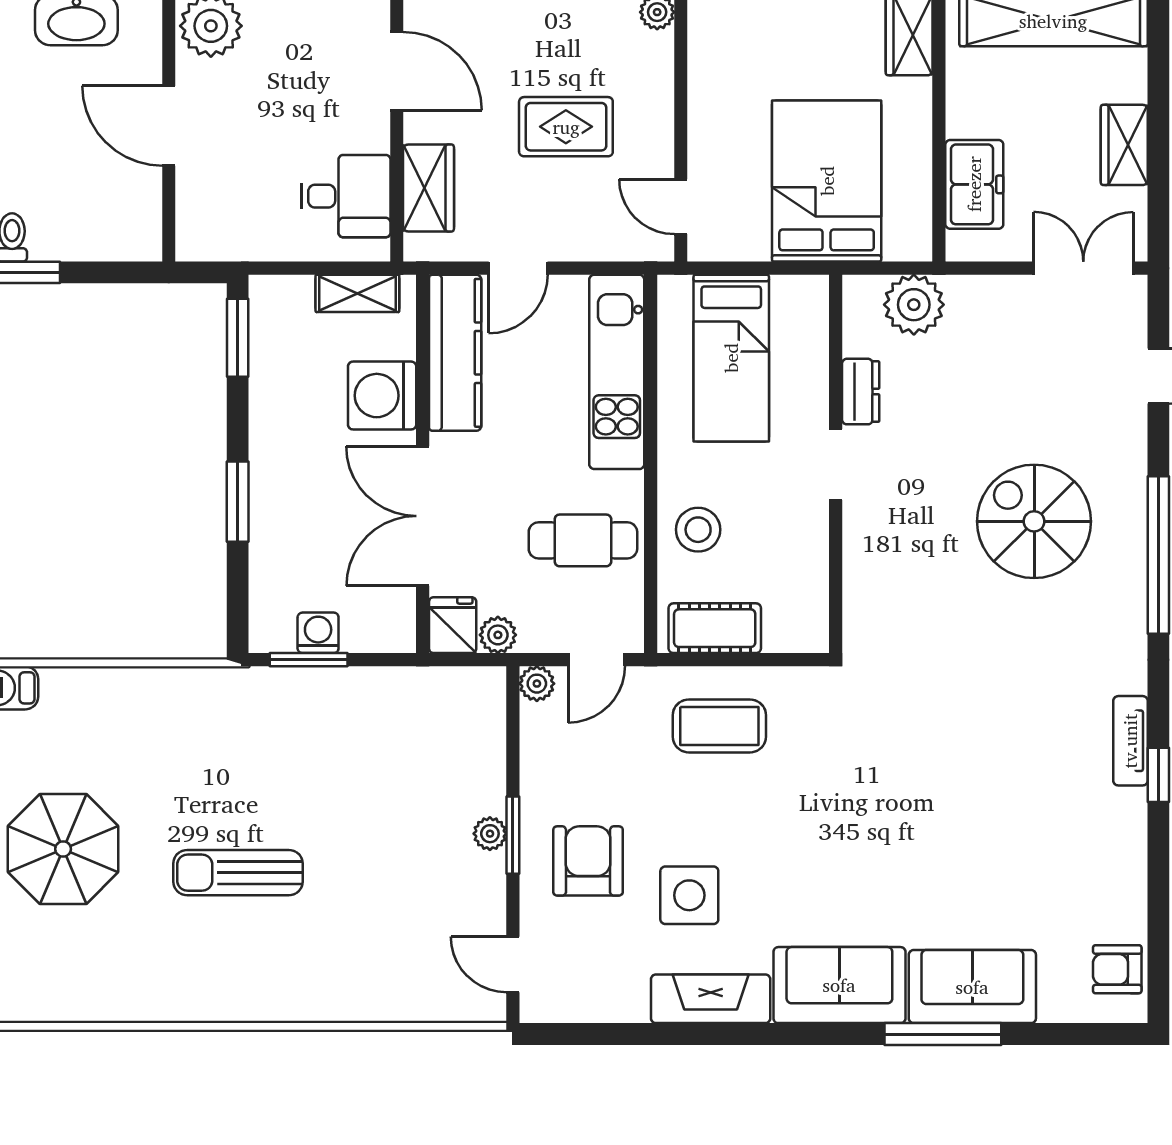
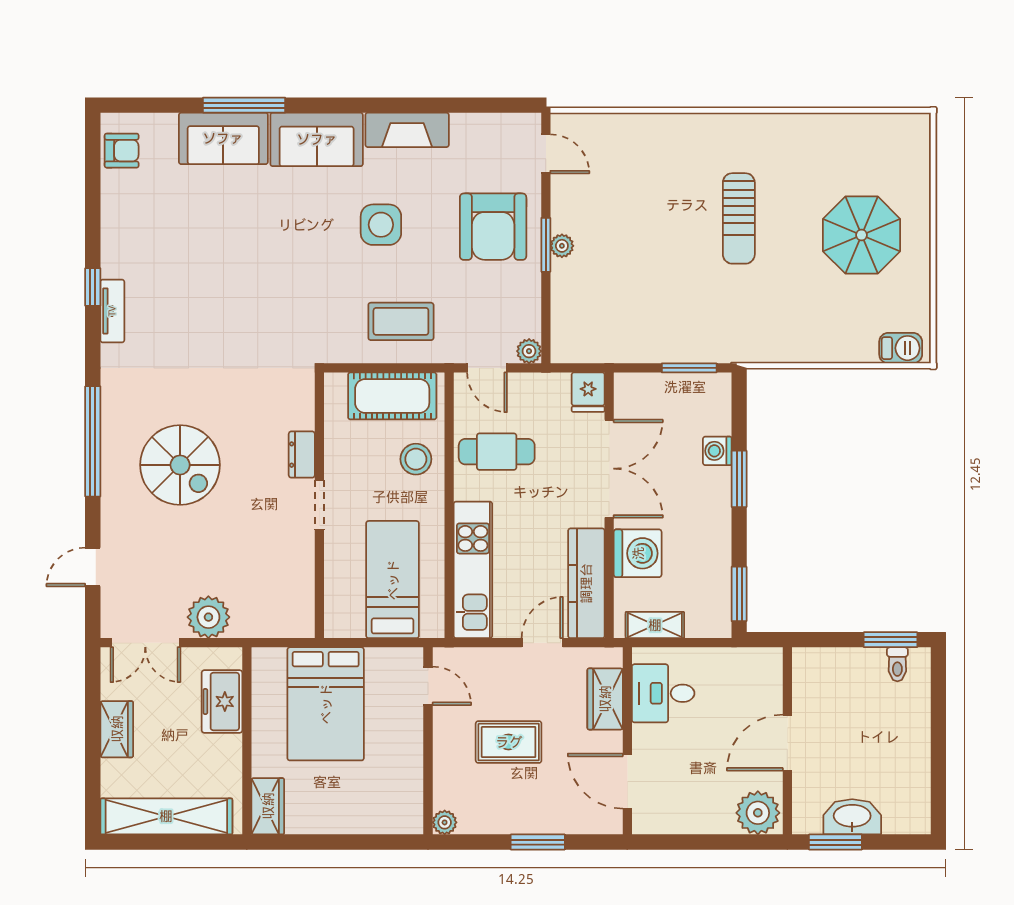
door: (169, 126) -> (787, 743), swing flipped
plant: (914, 305) -> (208, 617), moved
dresser: (861, 392) -> (302, 455), moved
cot: (715, 628) -> (392, 396), width x1.37, depth x1.34
washing machine: (318, 633) -> (717, 451), moved, turned 90
plant: (498, 635) -> (556, 385), removed
door: (597, 660) -> (487, 368), swing flipped
armchair: (588, 861) -> (493, 227), width x1.36, depth x1.36
sun lounger: (238, 873) -> (739, 218), turned 90
side table: (689, 895) -> (381, 225), moved

